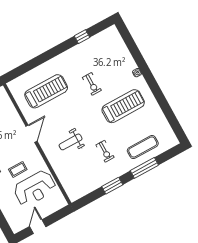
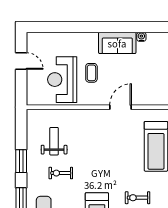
door: (31, 134) -> (121, 107), swing flipped
weight bench: (71, 142) -> (54, 141), moved

